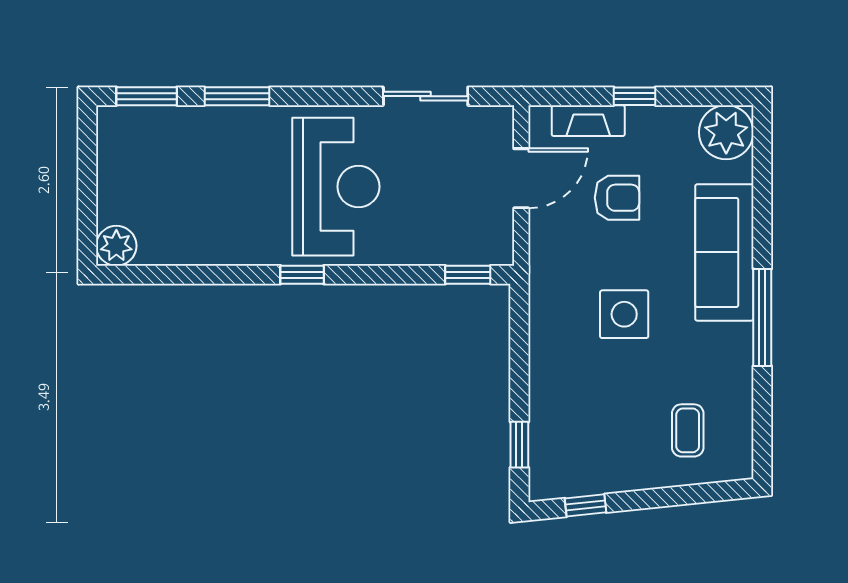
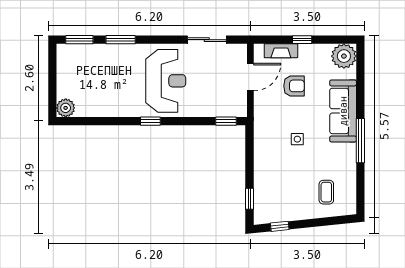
side table: (624, 314) -> (297, 139), width x0.54, depth x0.54

